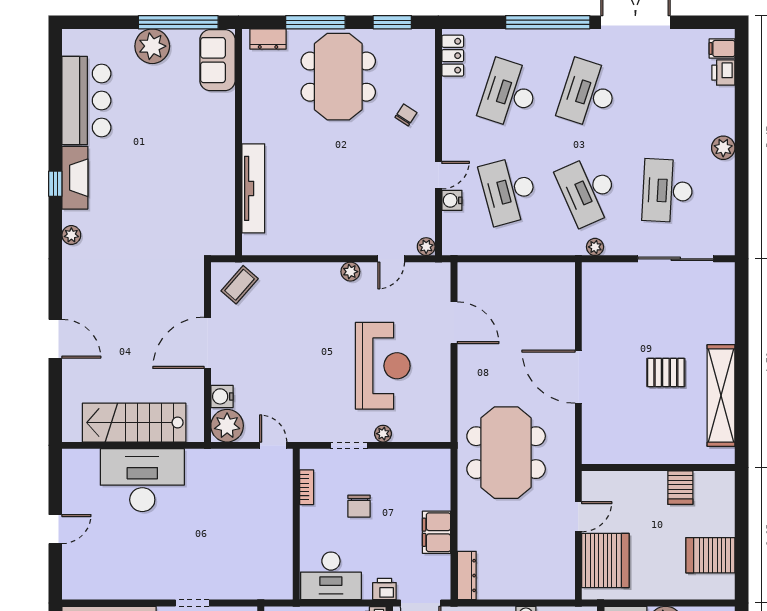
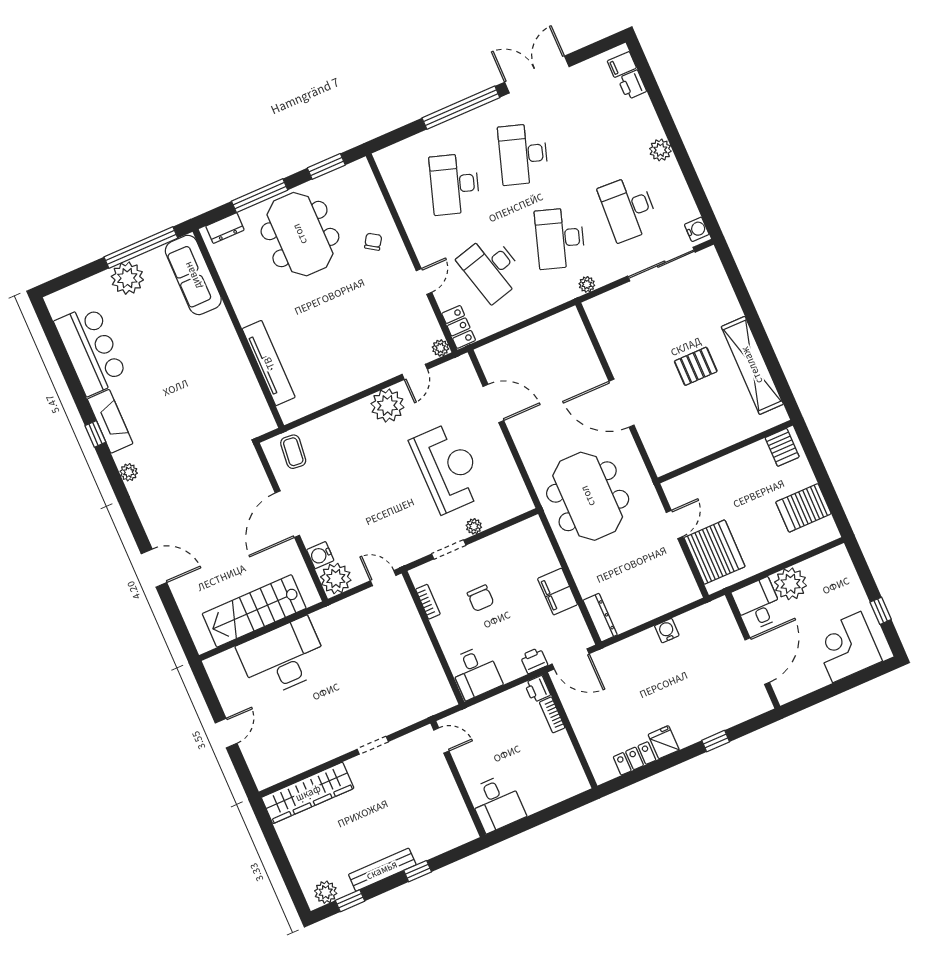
locker: (453, 56) -> (459, 327), moved
sofa: (218, 60) -> (193, 275), width x1.36
desk: (588, 191) -> (560, 238), turned 42
water cooler: (452, 200) -> (697, 229), moved, turned 180
plant: (350, 272) -> (387, 405), width x1.87, depth x1.87
coffee table: (240, 285) -> (293, 452), turned -35
server rack: (680, 488) -> (782, 447), moved
desk: (331, 576) -> (475, 672), width x0.73

